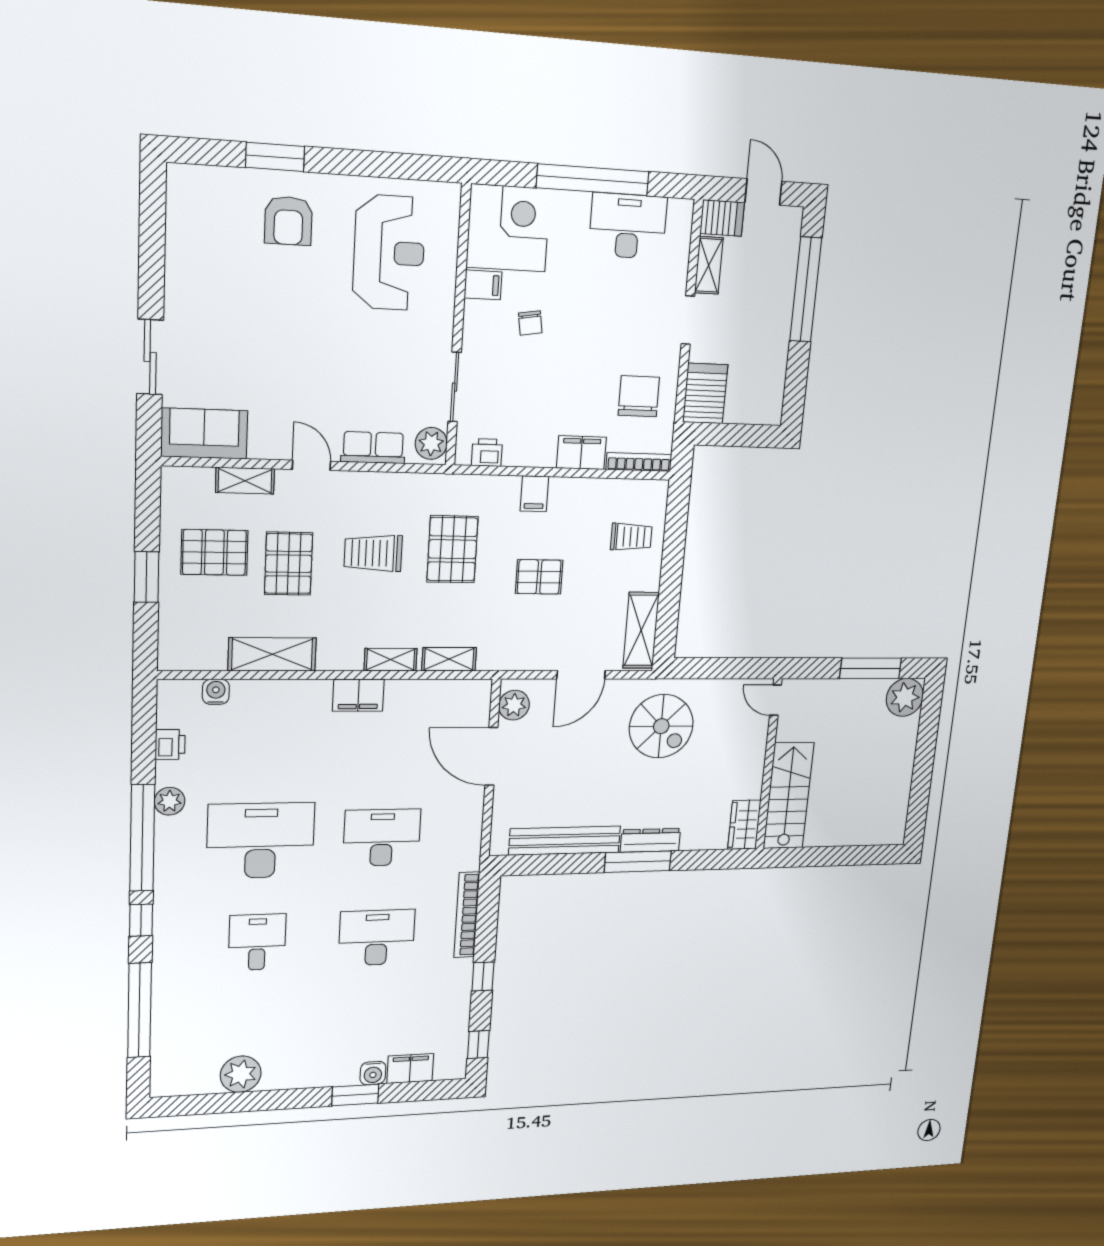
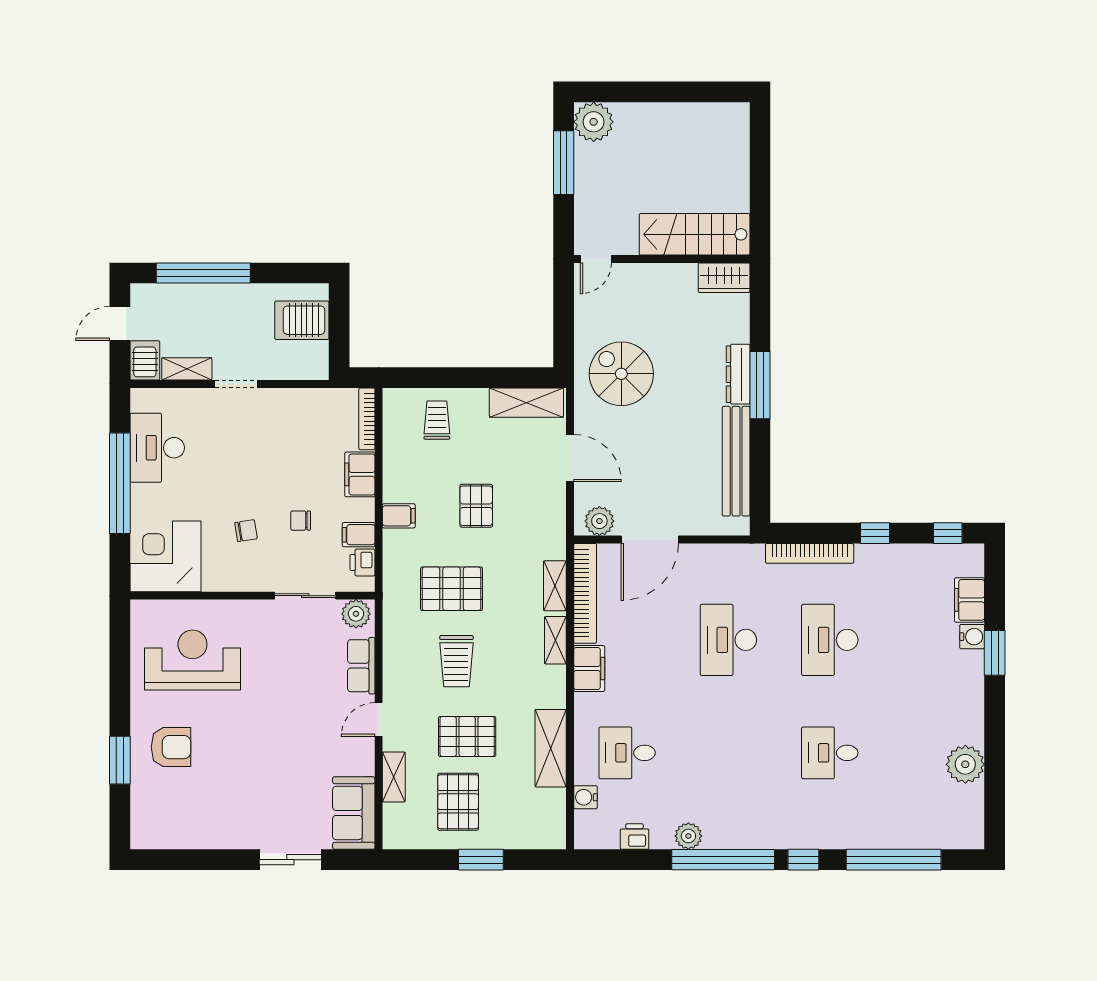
filing cabinet: (483, 285) -> (359, 535), moved, turned -90
server rack: (705, 394) -> (302, 320), moved
chair: (639, 396) -> (301, 521), moved, width x0.54, depth x0.54
bookcase: (439, 691) -> (585, 593), added
spiral stairs: (661, 726) -> (621, 374), turned -90
desk: (261, 841) -> (627, 753), moved, width x0.53, depth x0.77

